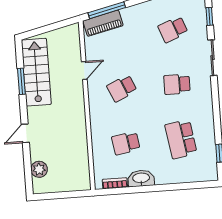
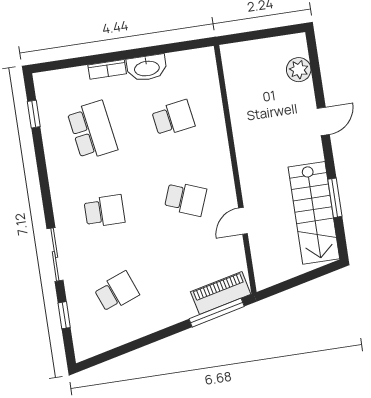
school desk: (122, 88) -> (185, 199), turned 45
bookcase: (115, 183) -> (107, 69), moved

